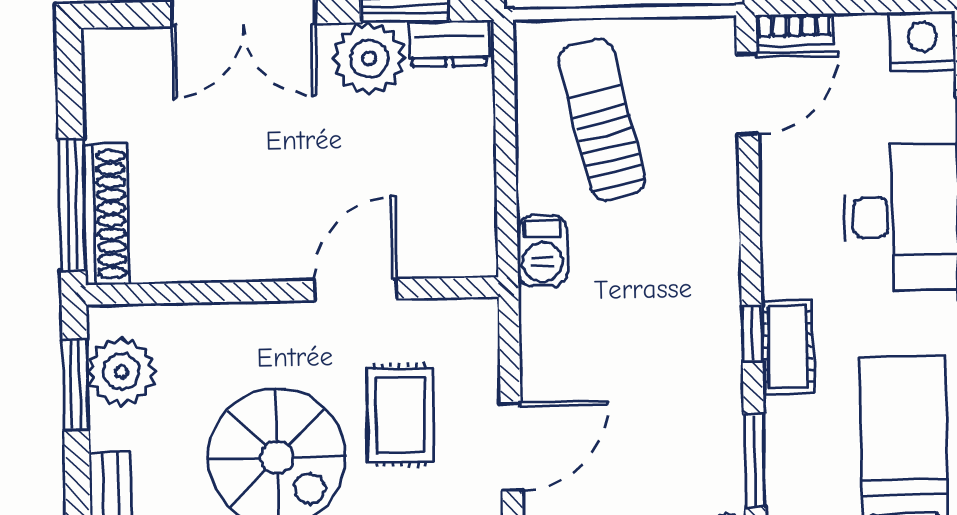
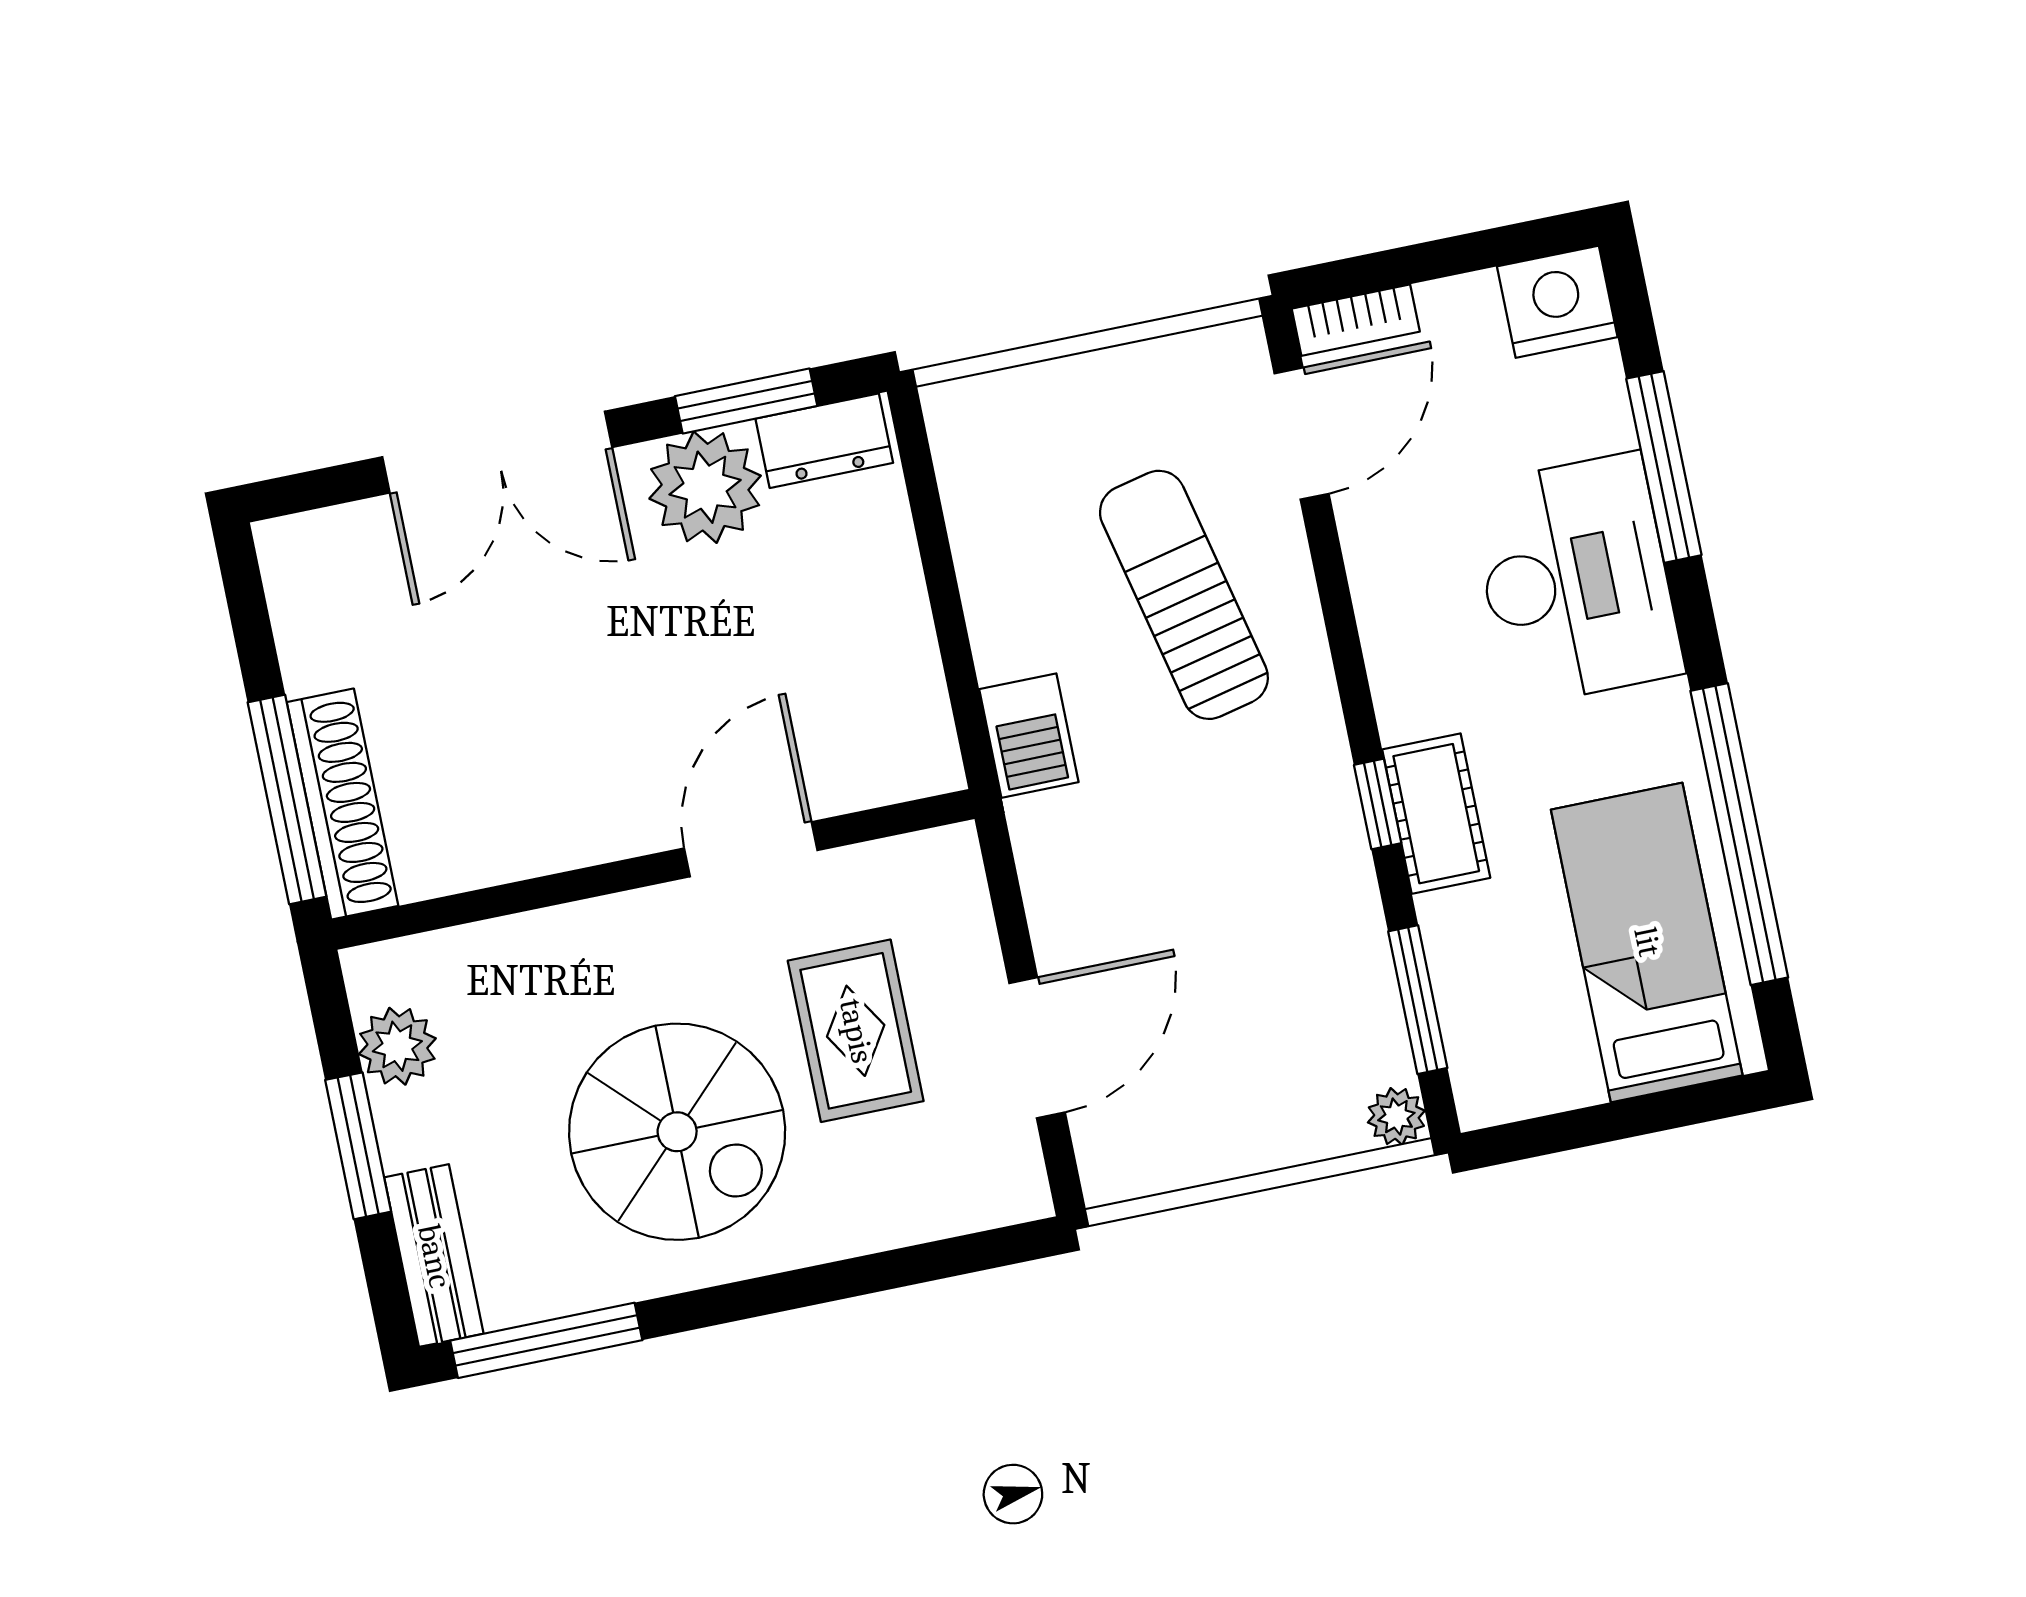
sun lounger: (602, 120) -> (1184, 595), moved
plant: (121, 372) -> (397, 1046), width x0.73, depth x0.73
window: (76, 385) -> (358, 1146), moved

